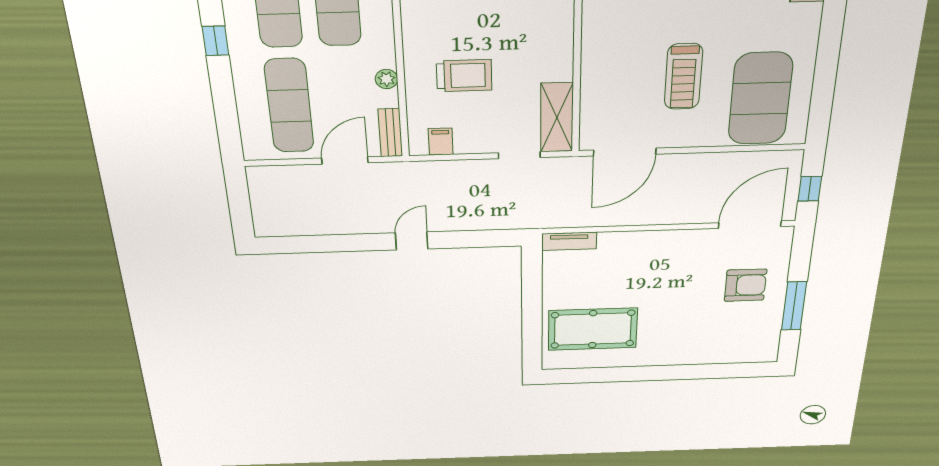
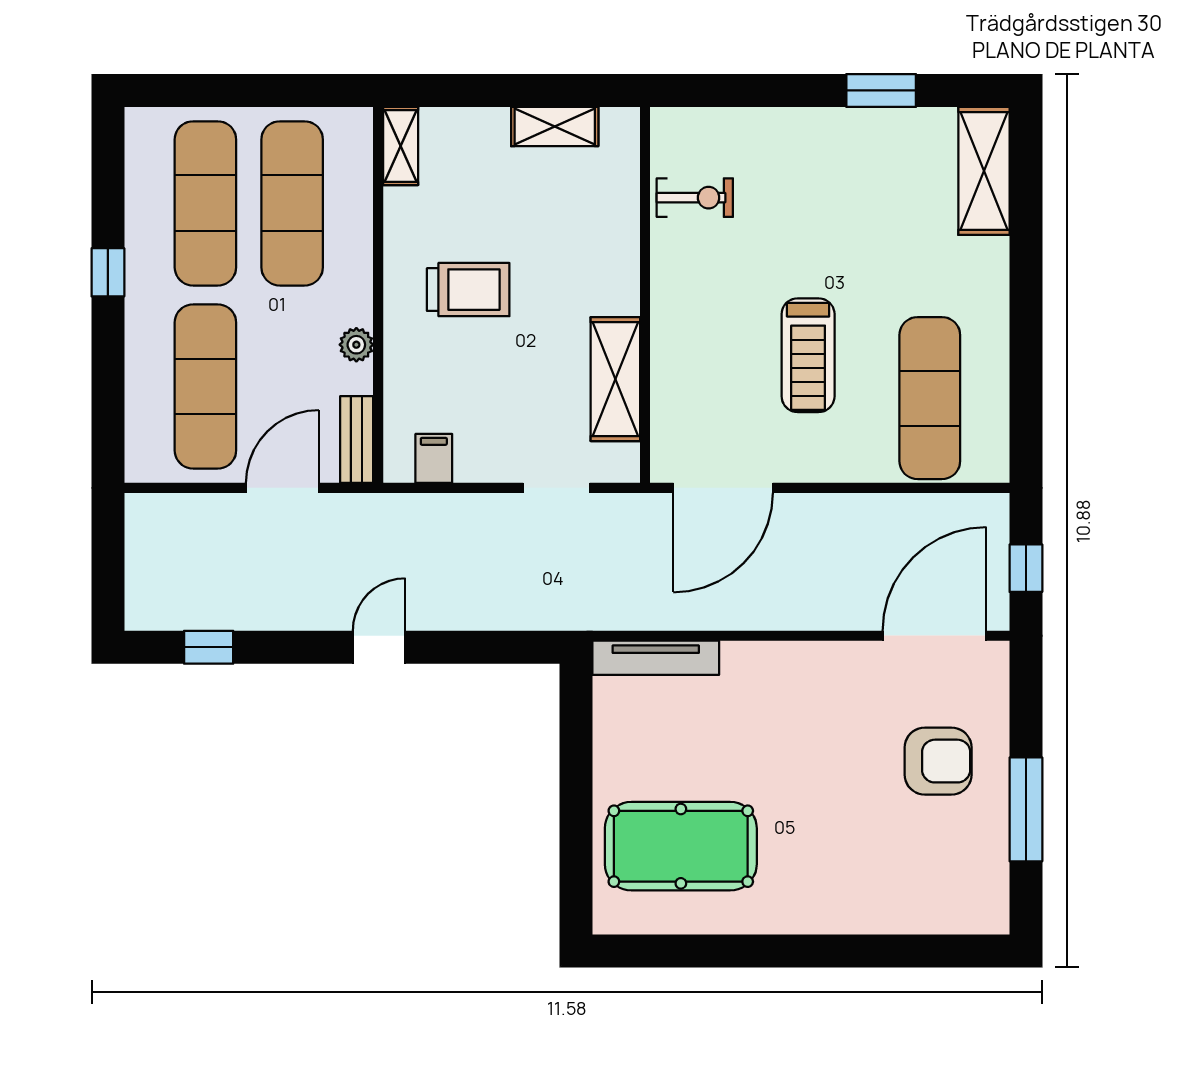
trolley: (464, 76) -> (468, 290), moved
exercise mat: (760, 99) -> (930, 398), width x0.68
shelving: (557, 118) -> (615, 379), moved
tv unit: (569, 241) -> (656, 658), width x1.41
window: (307, 244) -> (209, 647), added

